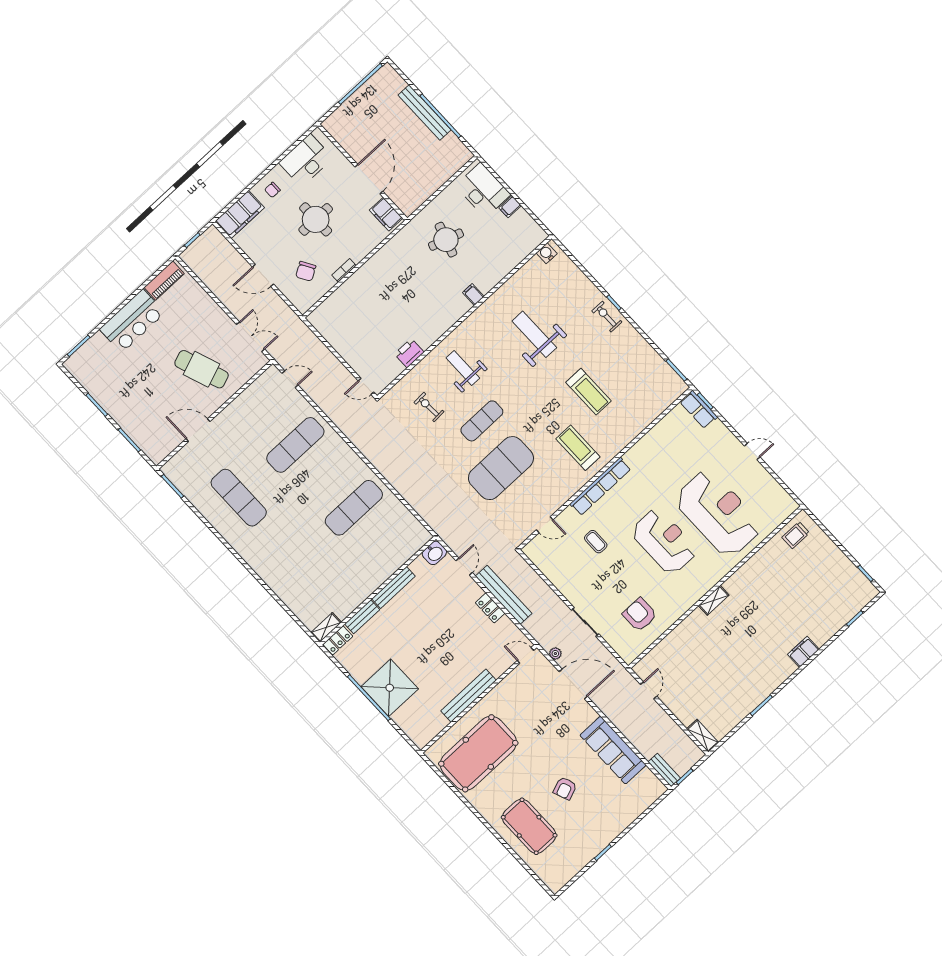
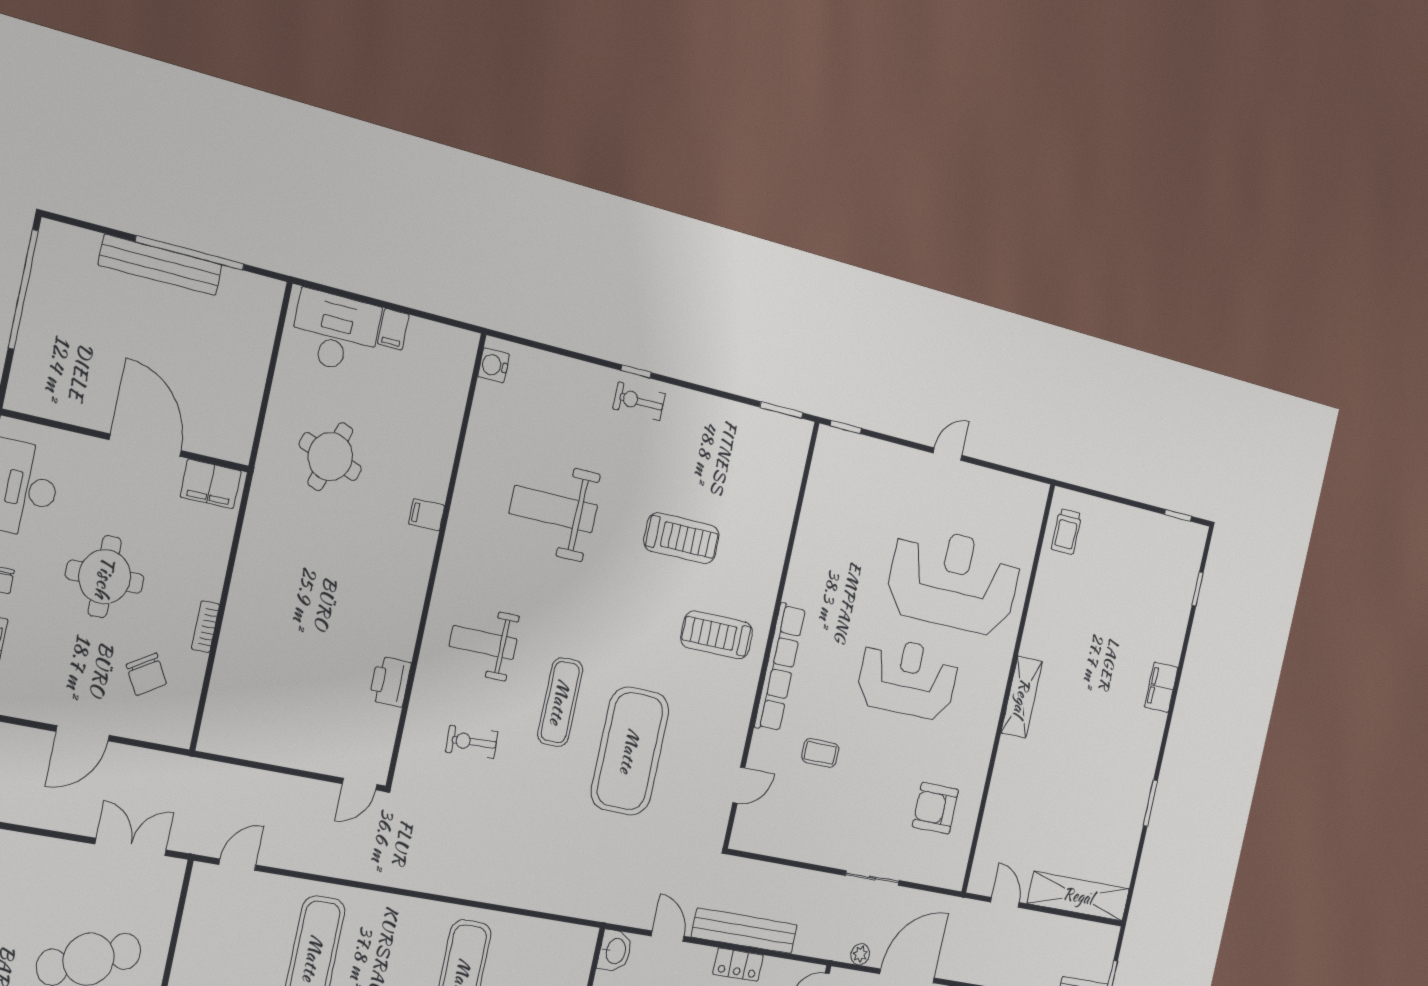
row of seats: (699, 409) -> (844, 447), removed
shelving: (714, 600) -> (1022, 697), width x1.50, depth x1.33
shelving: (703, 736) -> (1078, 896), width x2.20, depth x1.33

